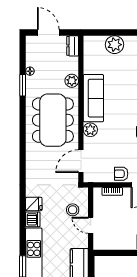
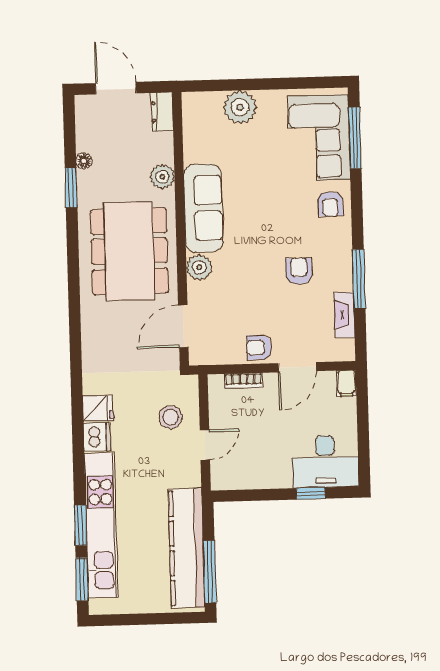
door: (91, 225) -> (205, 445), swing flipped

